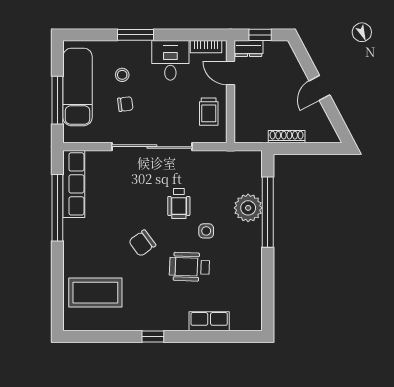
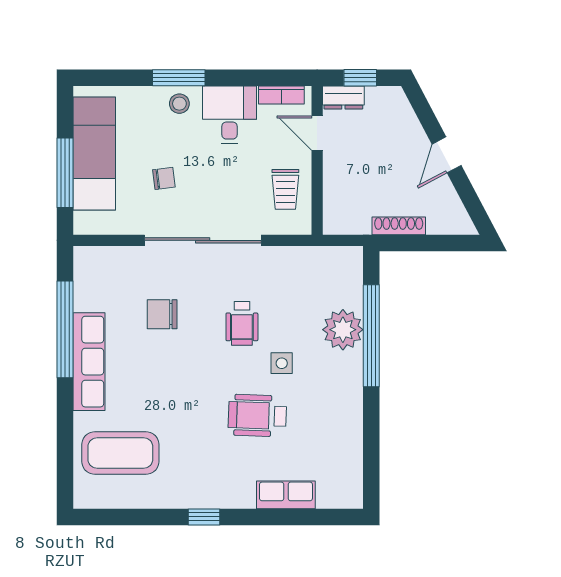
stool: (122, 75) -> (179, 104), moved
row of seats: (74, 184) -> (89, 362), moved
chair: (142, 243) -> (162, 314), moved, turned 36

